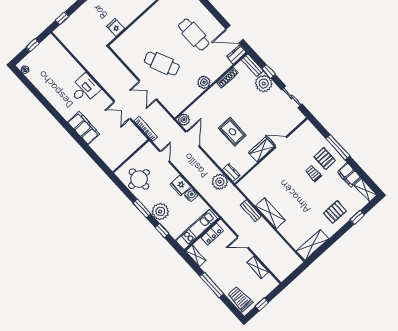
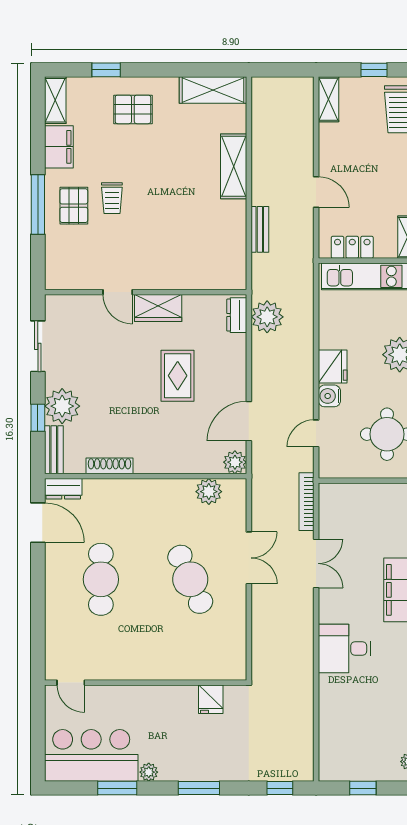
plant: (204, 82) -> (209, 492), moved
water cooler: (191, 195) -> (329, 396), moved
shelving: (270, 213) -> (234, 166), moved
shelving: (258, 267) -> (329, 99), moved

